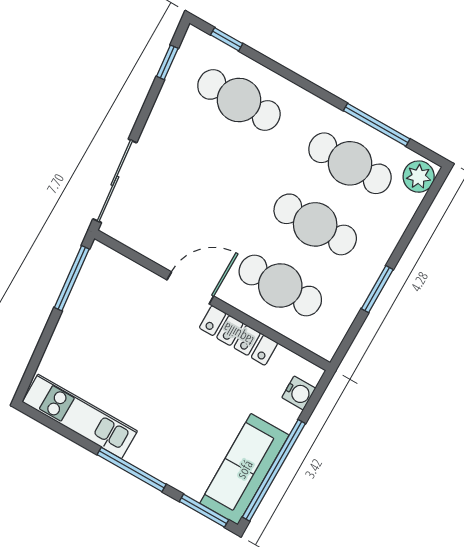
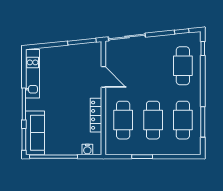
plant: (419, 177) -> (192, 148), removed
door: (190, 288) -> (103, 77), moved
sofa: (244, 469) -> (35, 133), moved, turned 90

